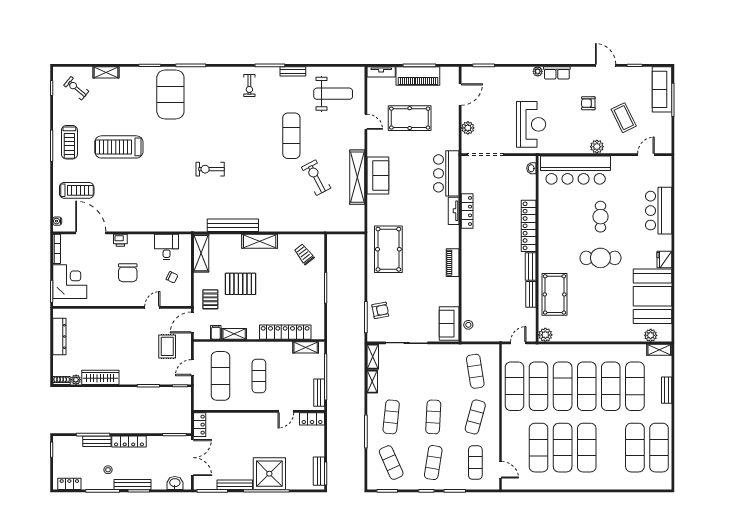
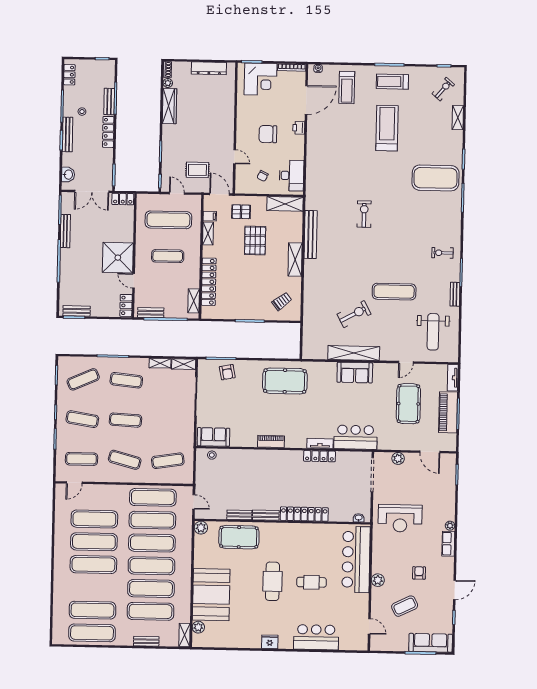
desk: (167, 247) -> (291, 175), width x1.37
booth: (652, 296) -> (211, 595), moved, turned 90
shower: (269, 474) -> (118, 258), moved

